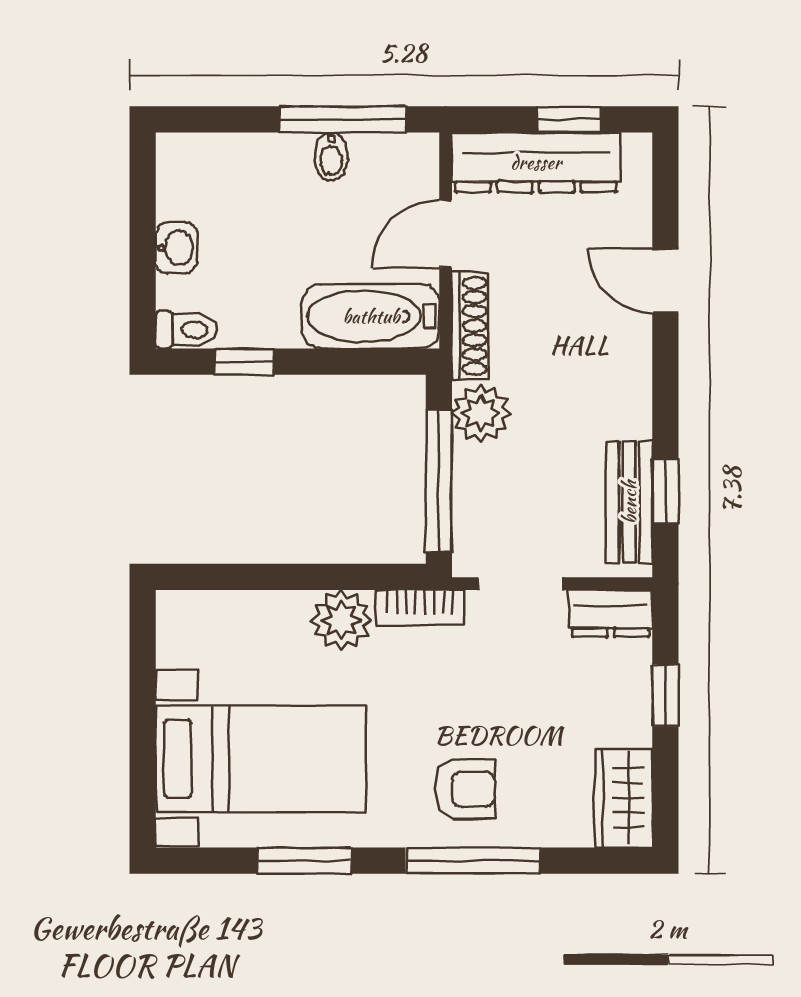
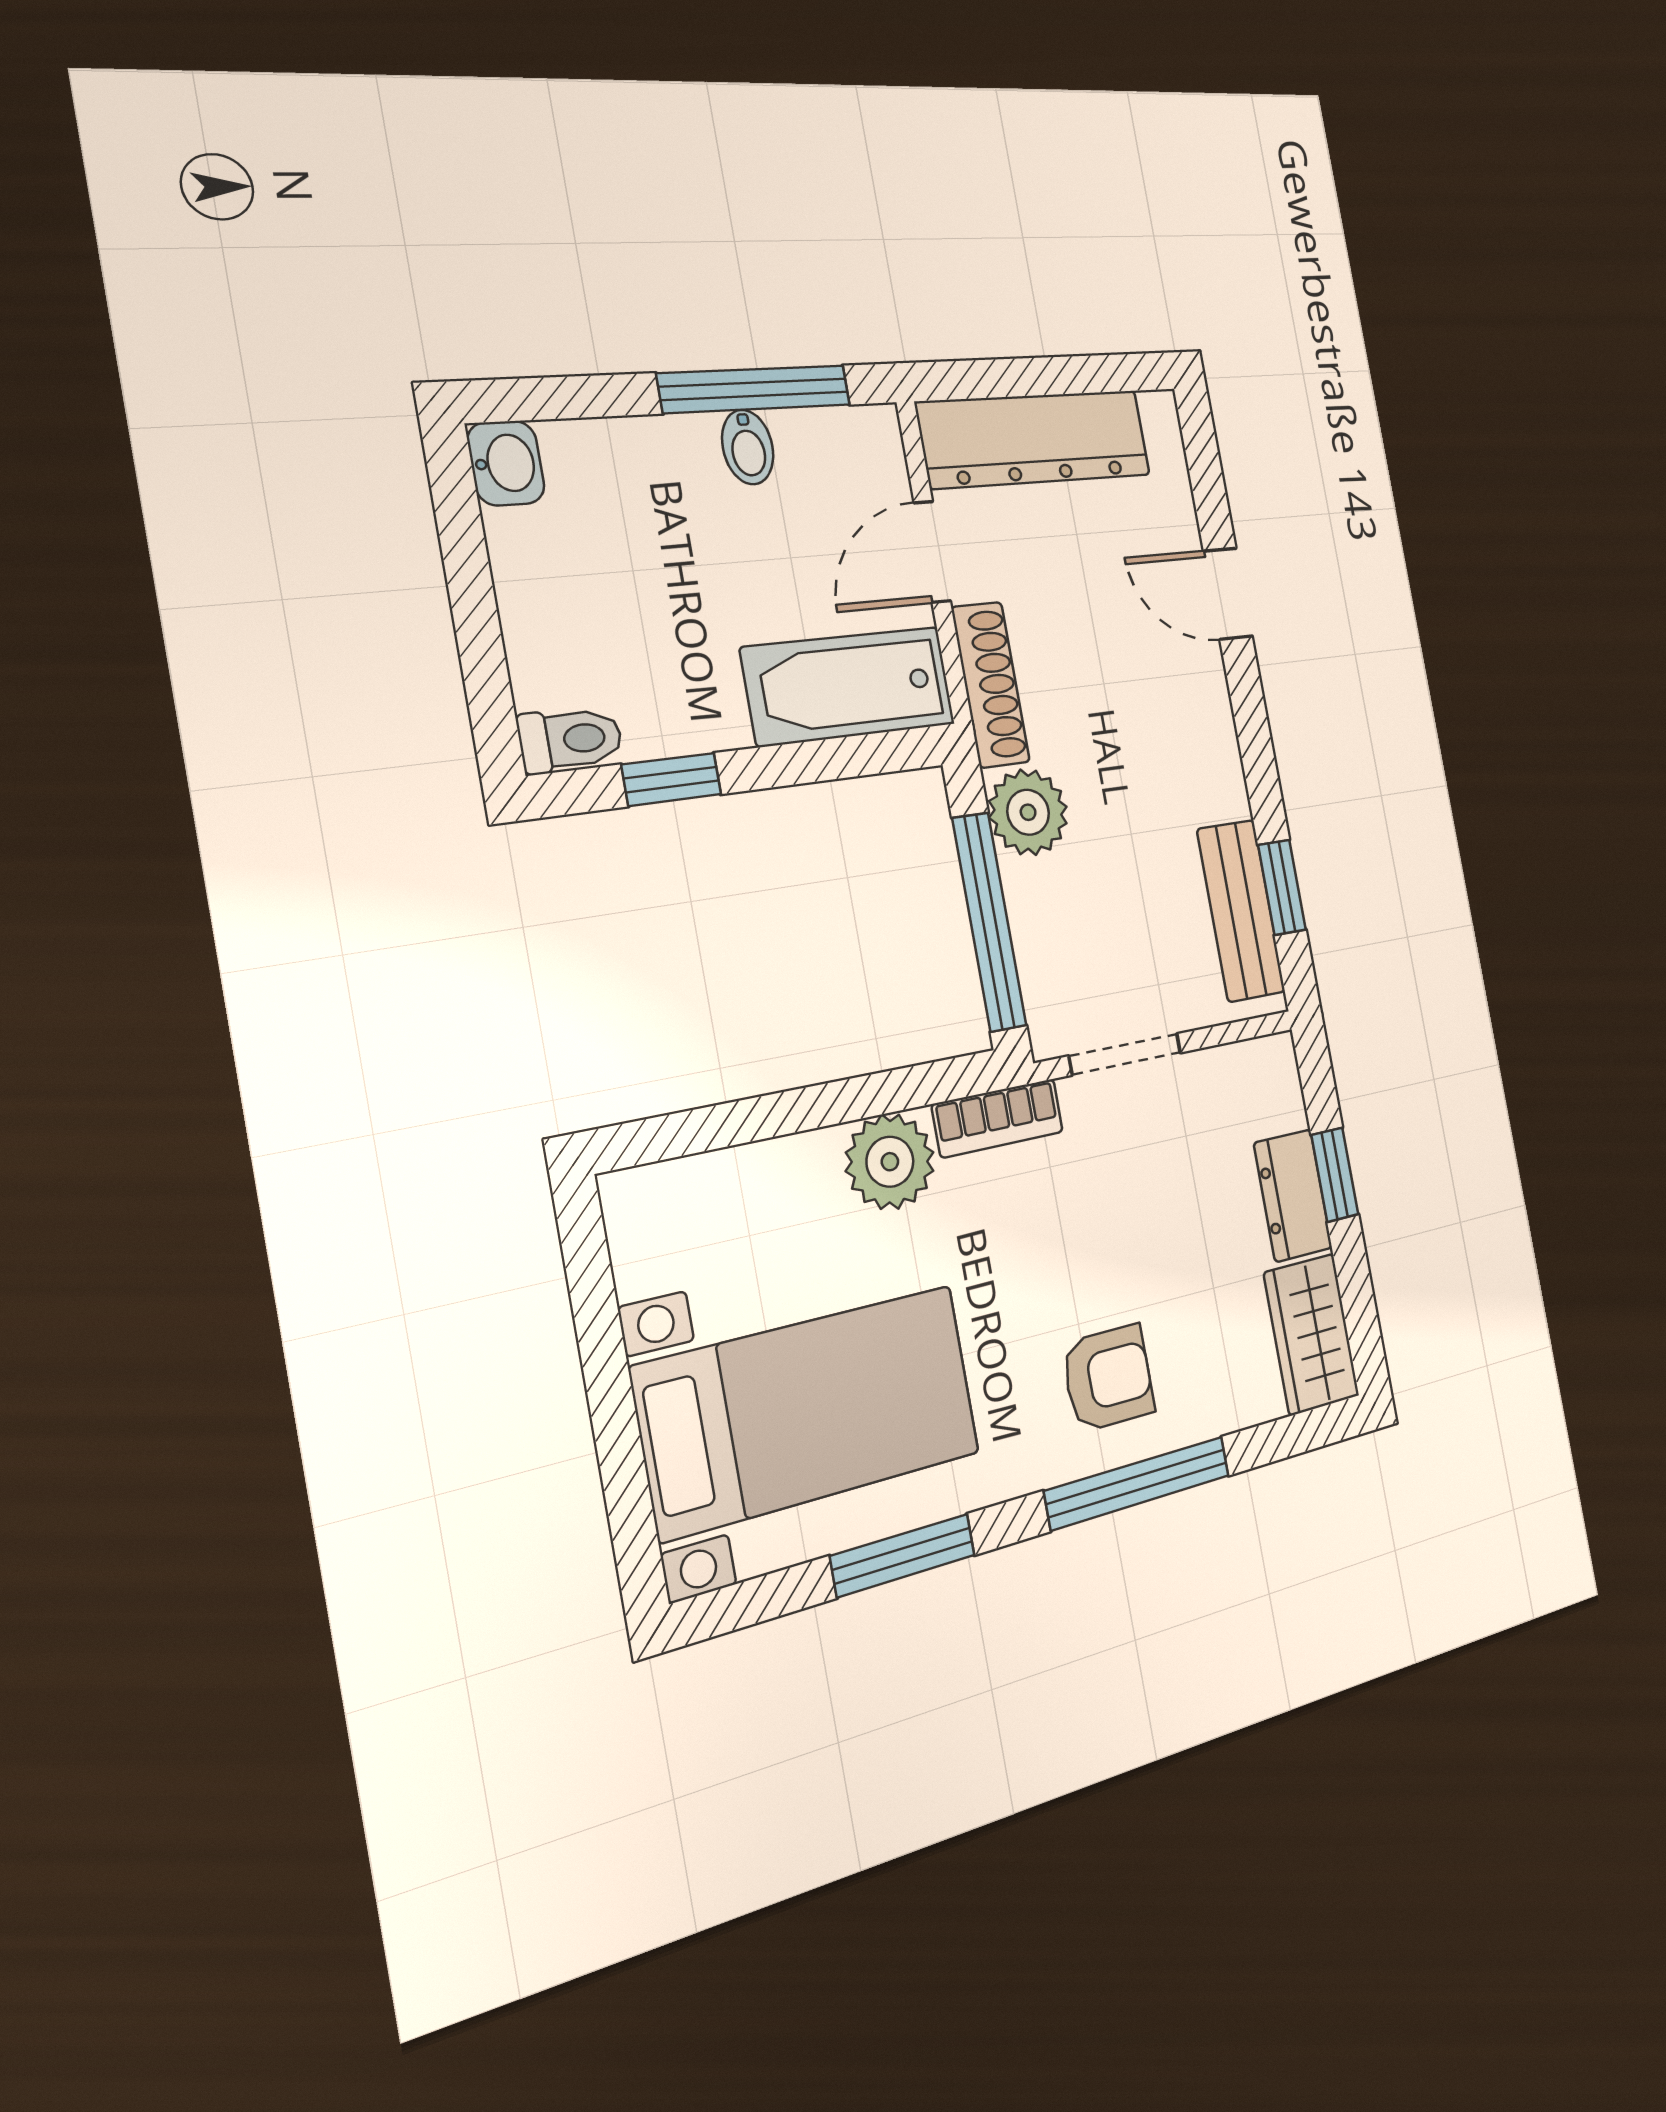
window: (569, 119) -> (1066, 375), removed
washbasin: (176, 248) -> (506, 463), moved
dresser: (611, 613) -> (1293, 1196), moved, turned 90

